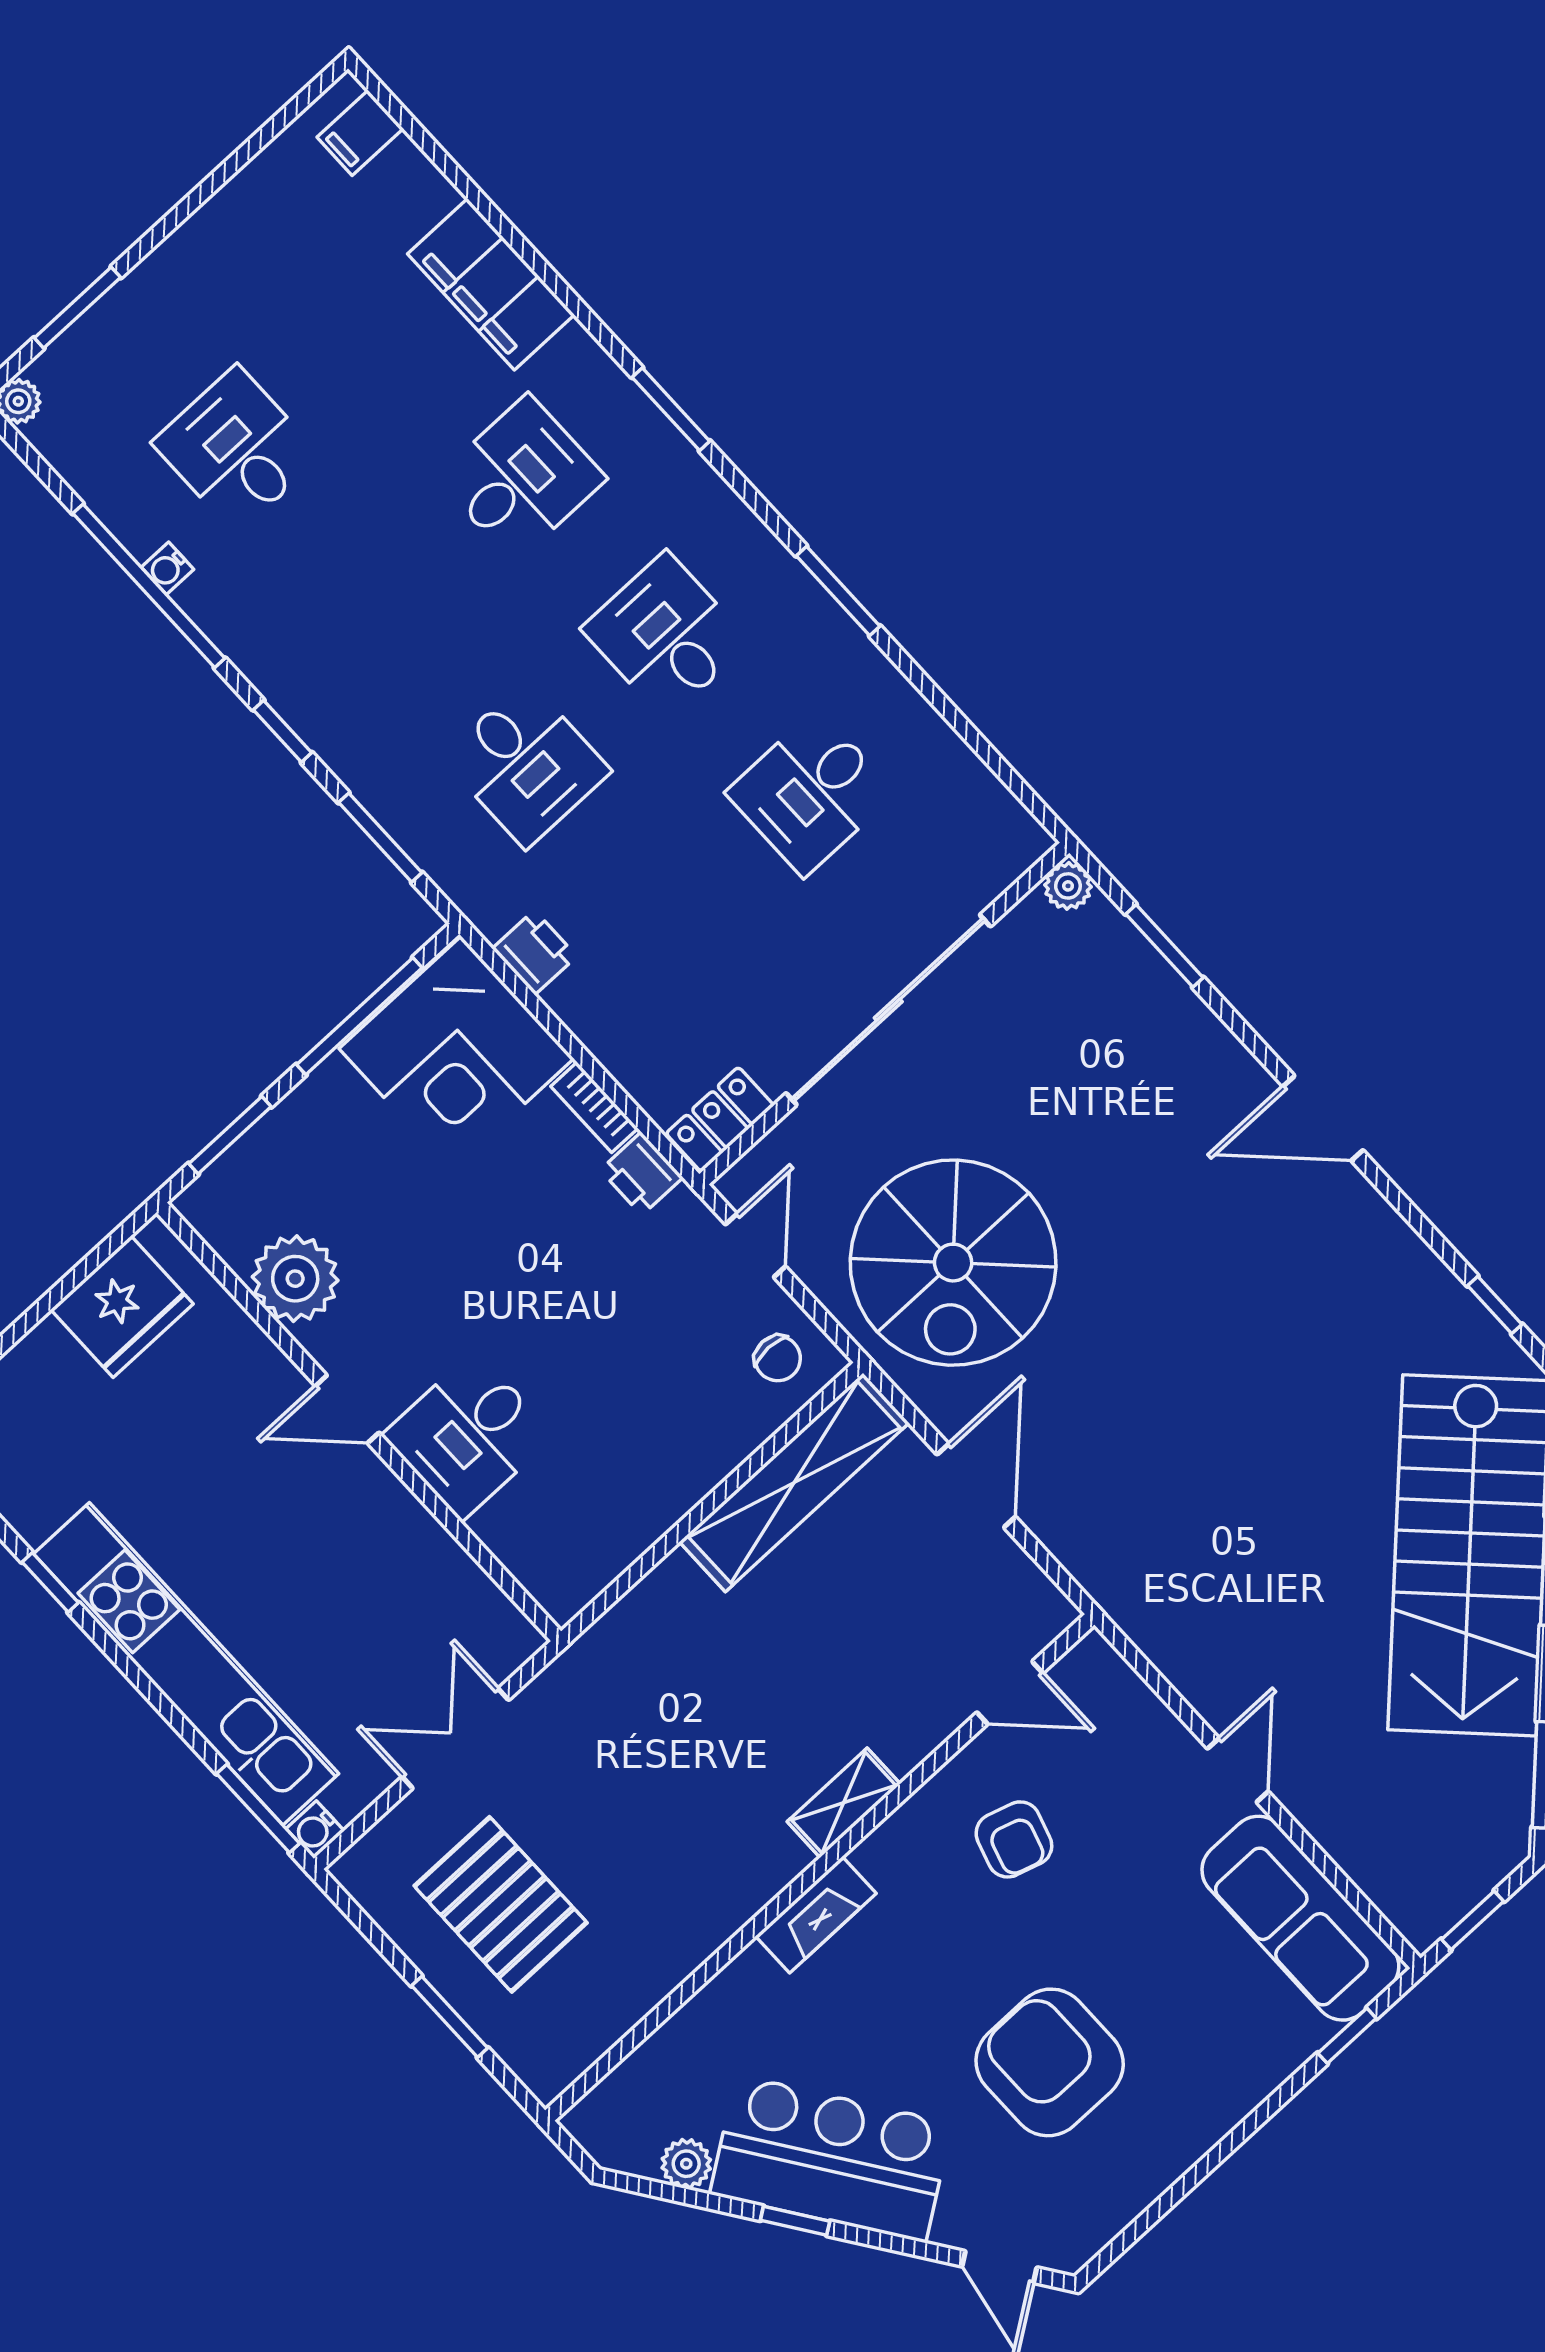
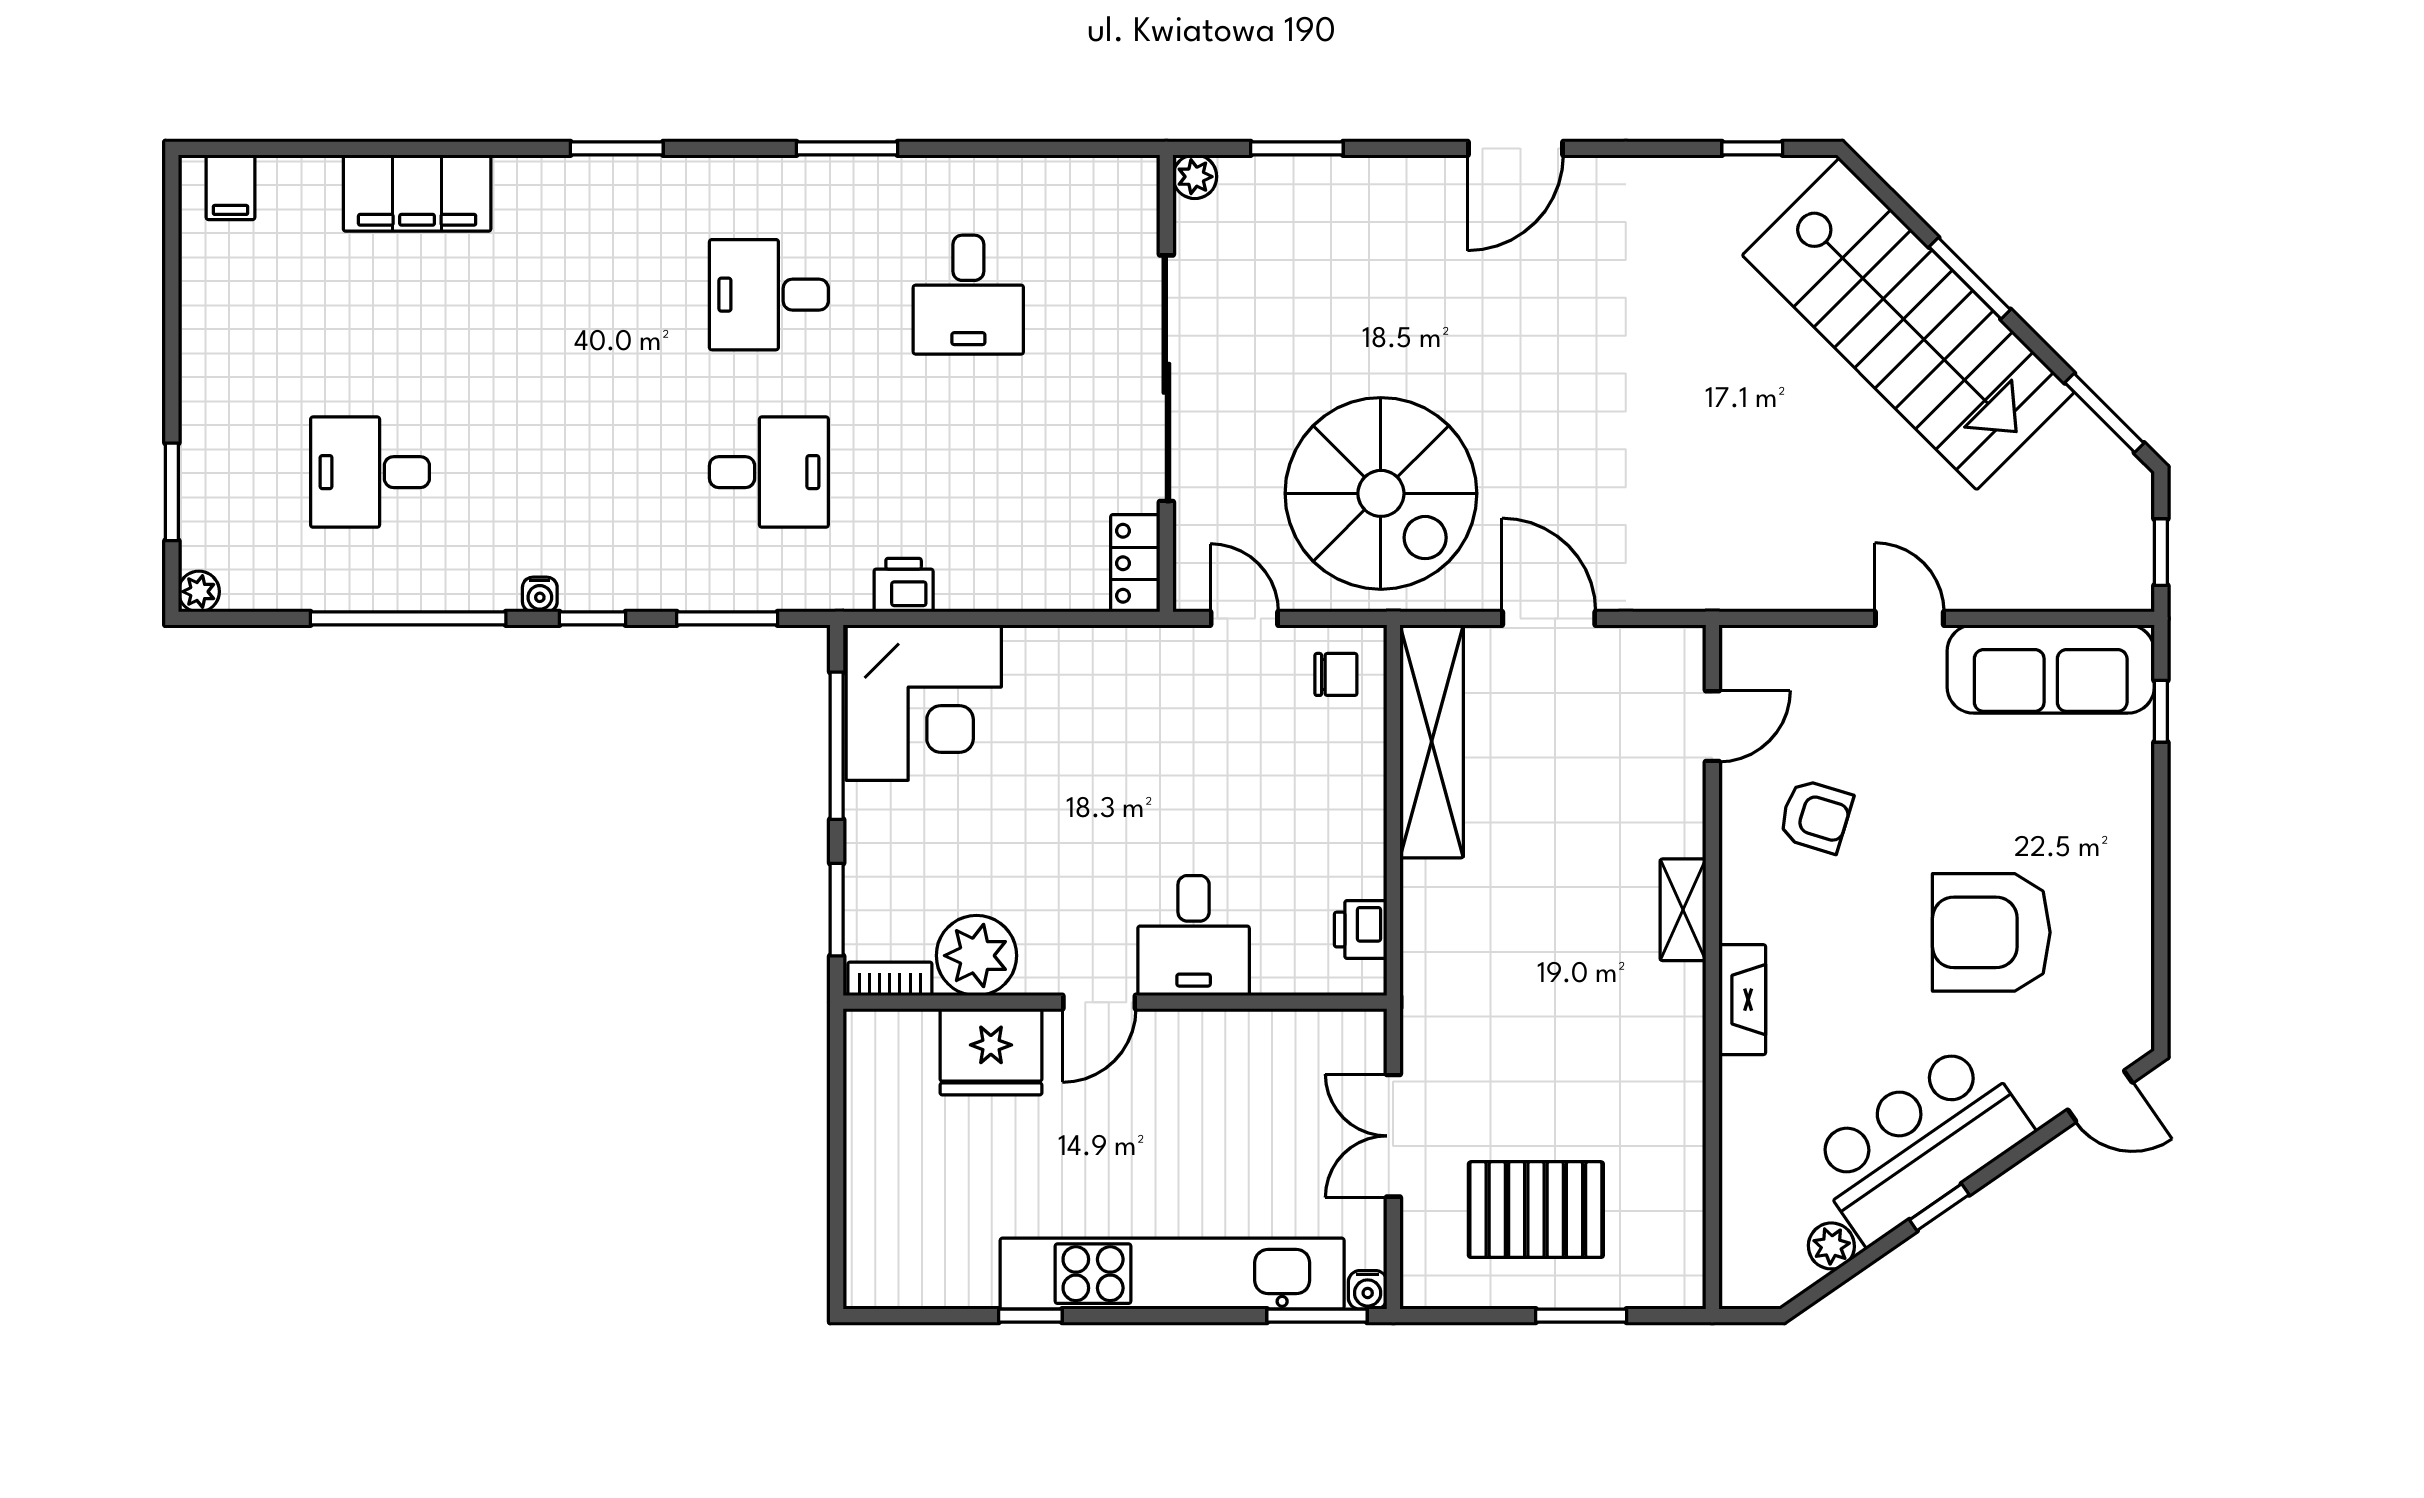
desk: (521, 478) -> (569, 295), removed
water cooler: (167, 568) -> (540, 595), moved
bookcase: (594, 1107) -> (890, 979), moved, turned 180
printer: (642, 1174) -> (1361, 930), moved, turned 90
fridge: (122, 1307) -> (991, 1052), moved, turned 90

